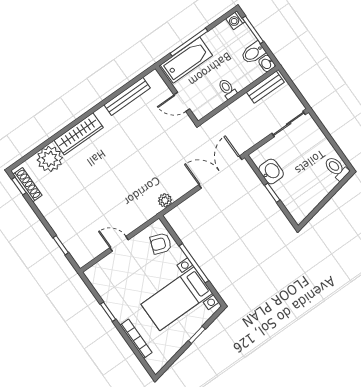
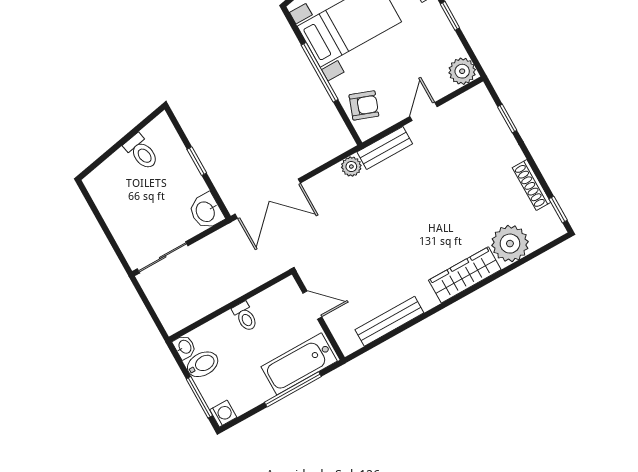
bench: (265, 87) -> (385, 148), moved
toilet: (336, 168) -> (141, 152), moved
washbasin: (271, 171) -> (206, 211), moved
shoe rack: (28, 185) -> (532, 185), moved
door: (119, 244) -> (423, 112), swing flipped
plant: (95, 274) -> (462, 71), added

